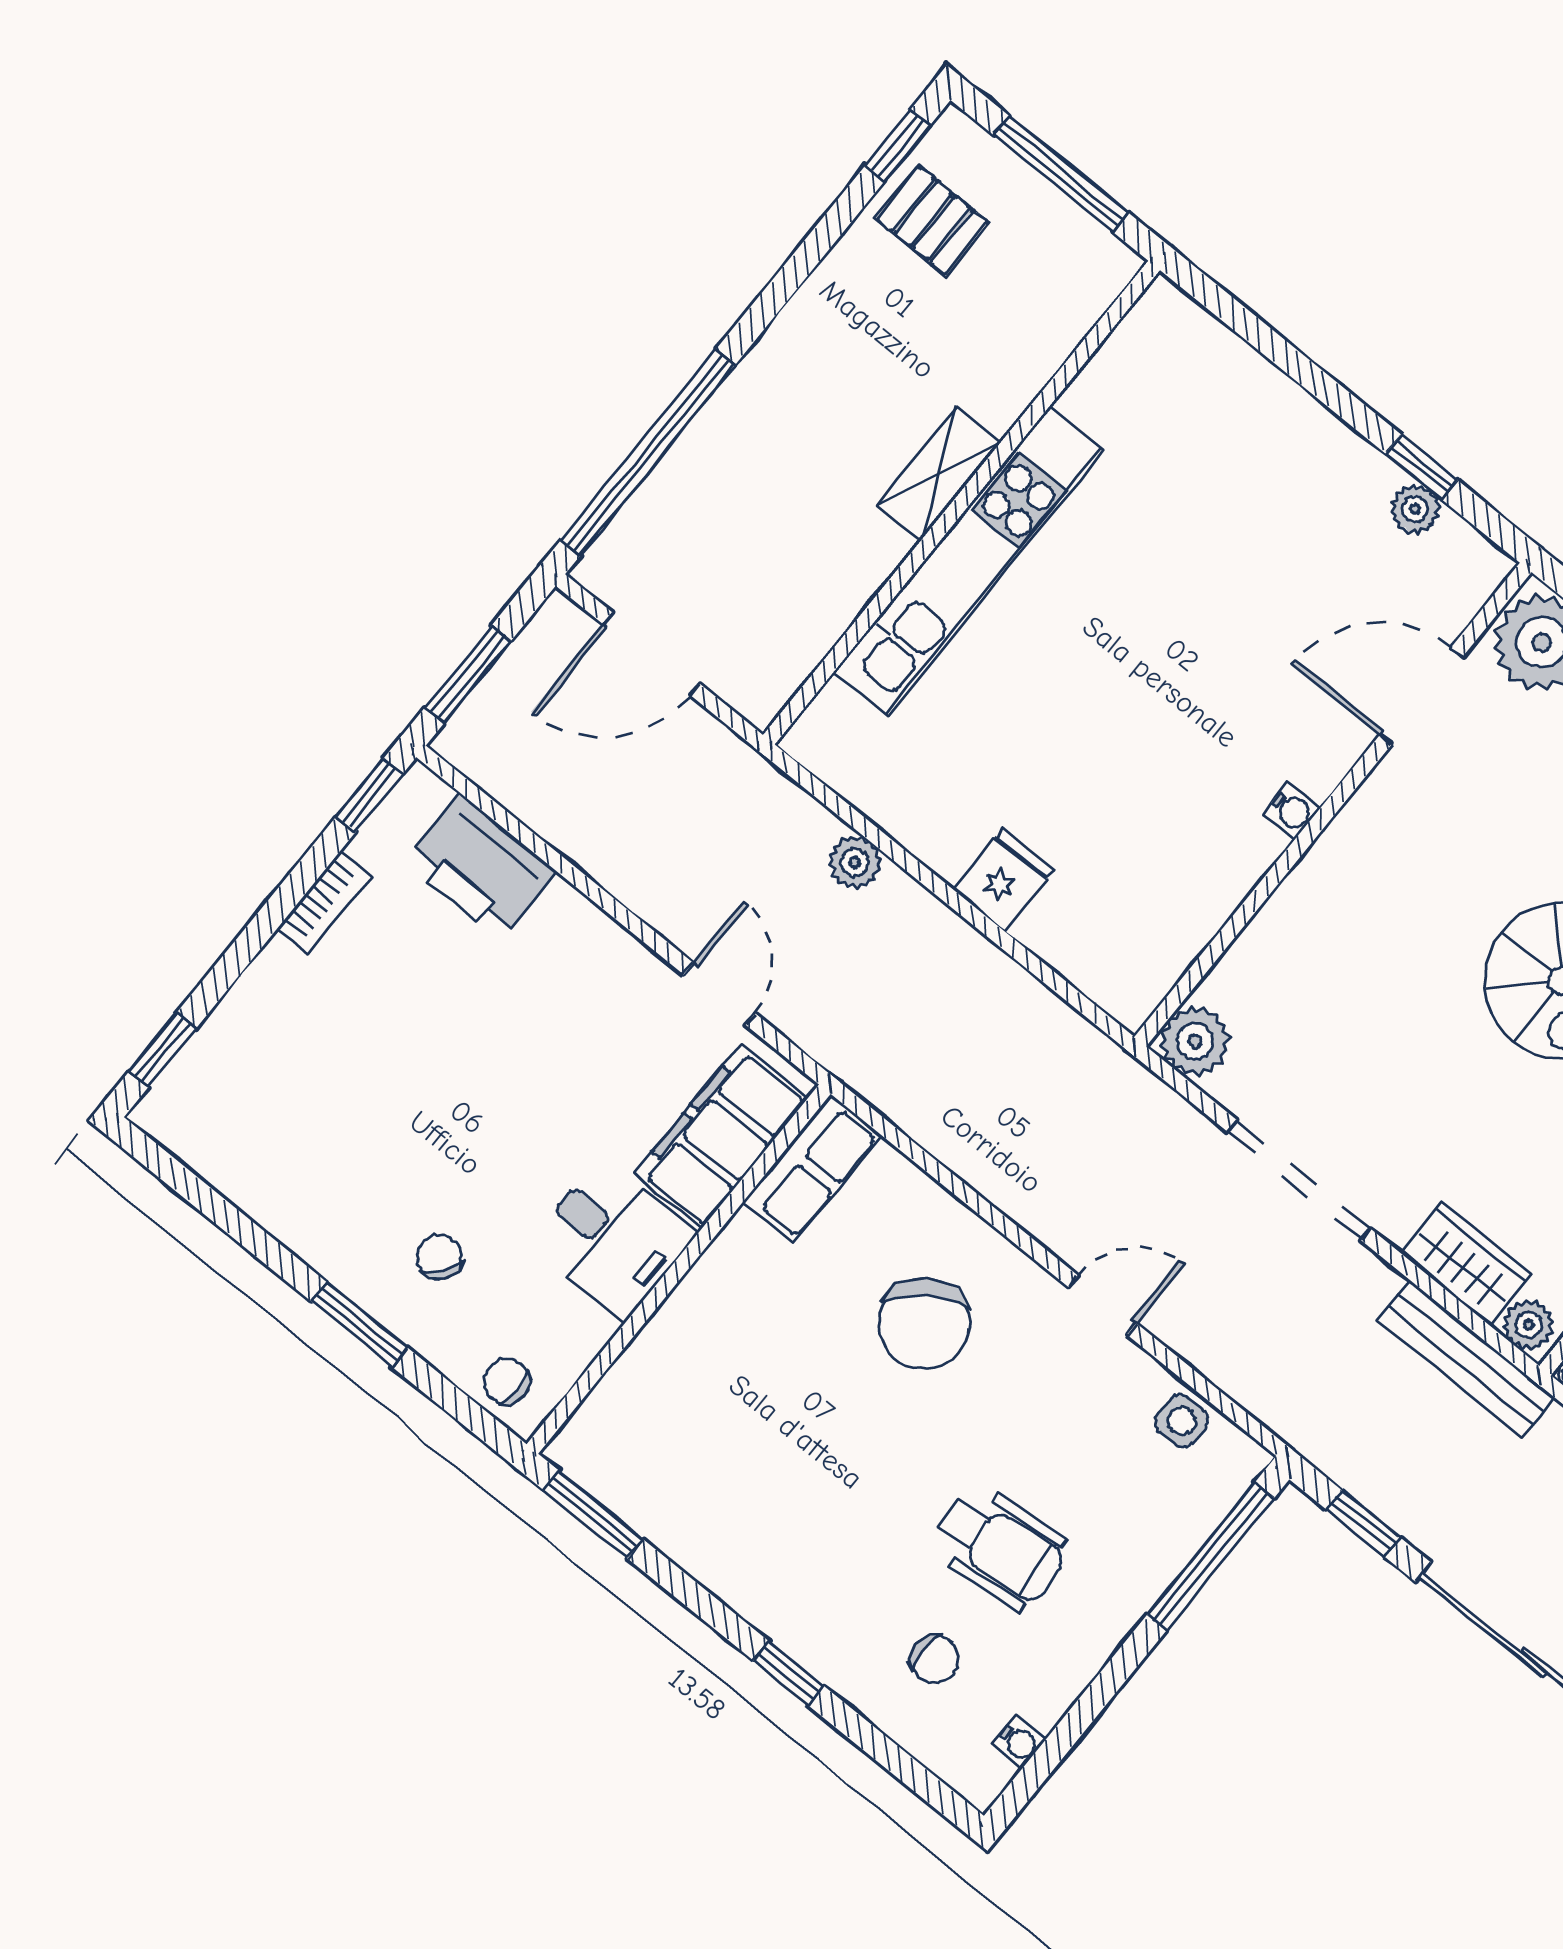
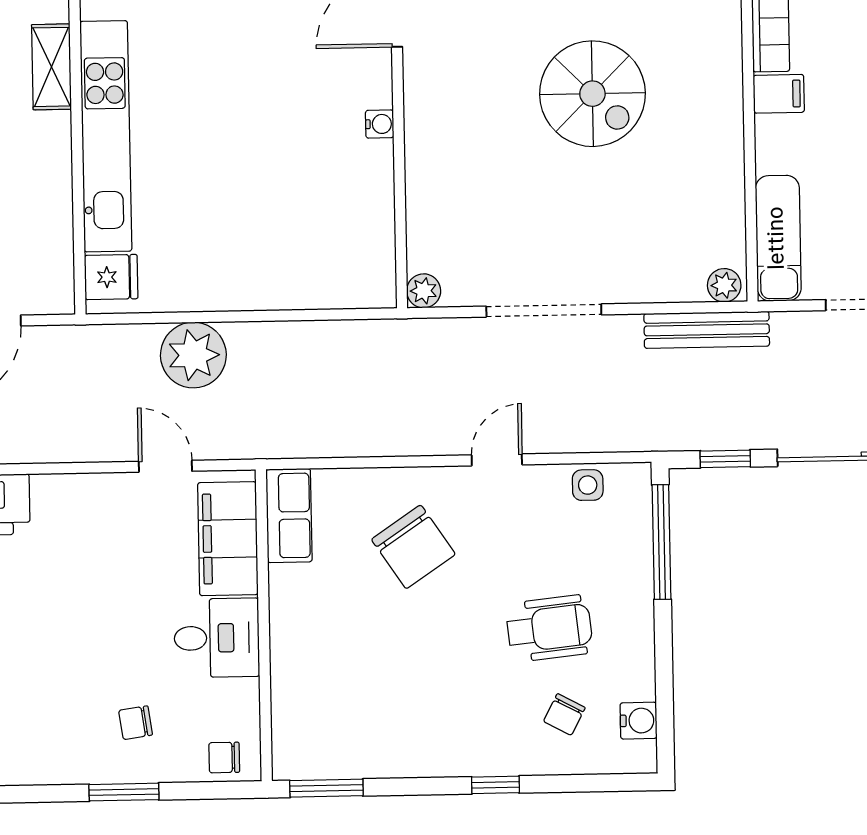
shelving: (939, 473) -> (52, 67), moved
plant: (855, 862) -> (193, 355), width x1.88, depth x1.88
fridge: (1003, 880) -> (111, 277), moved, turned 90
plant: (1195, 1041) -> (424, 291), width x0.73, depth x0.73
chair: (439, 1257) -> (136, 723), turned -45
wardrobe: (1466, 1264) -> (665, 281), removed
chair: (934, 1659) -> (564, 714), turned 118
water cooler: (1019, 1742) -> (638, 721), width x1.38, depth x1.38

